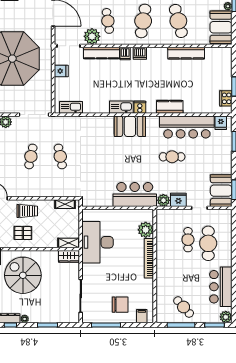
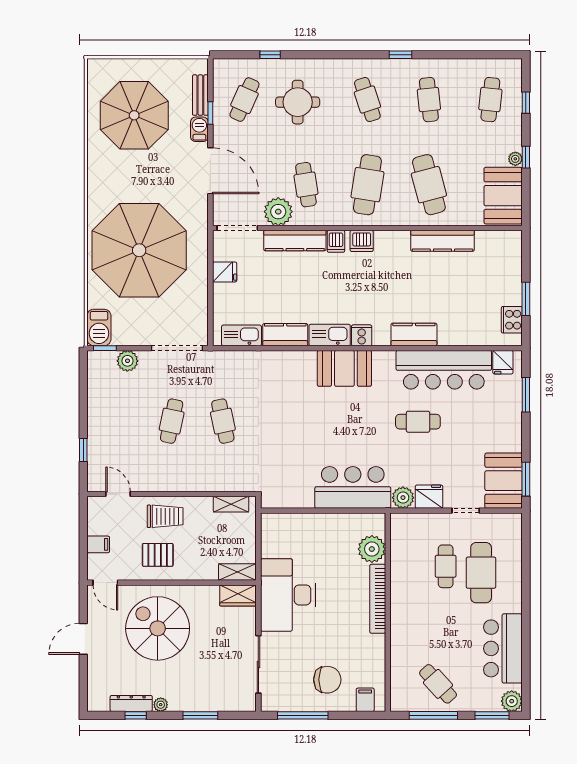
kitchen counter: (96, 107) -> (285, 335), added
desk: (97, 242) -> (288, 595), moved

